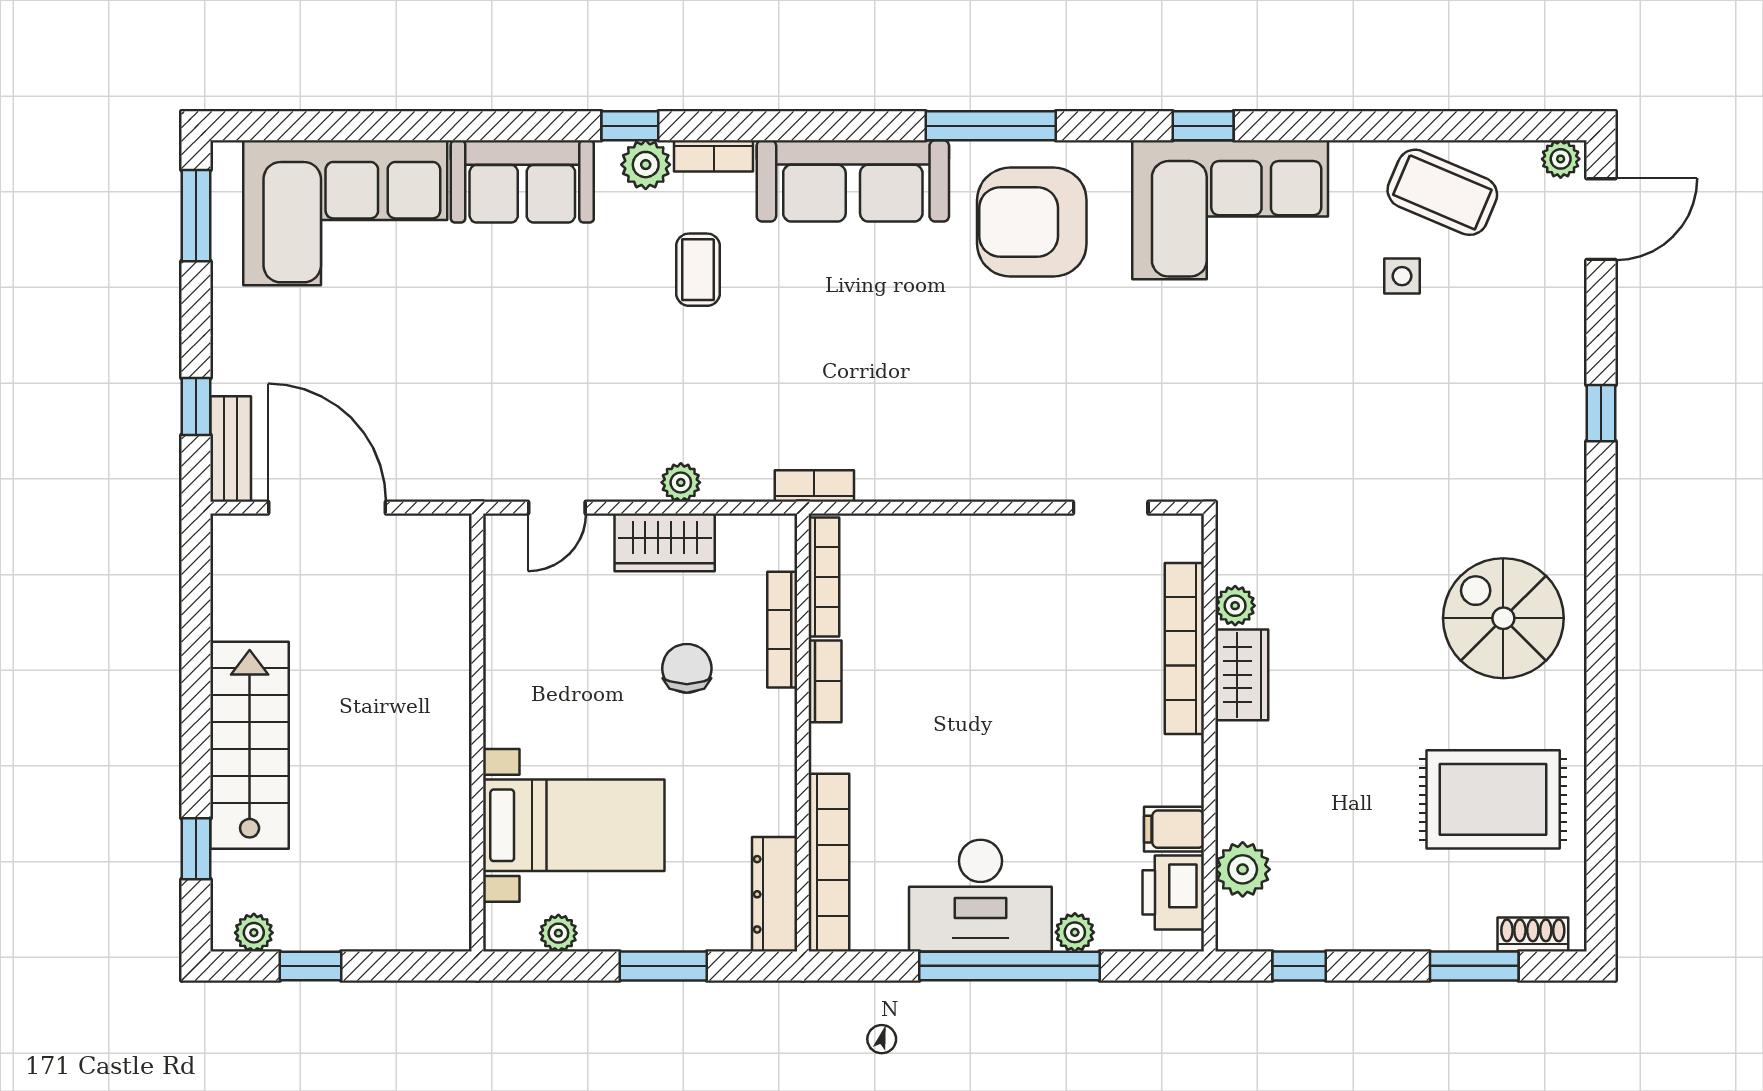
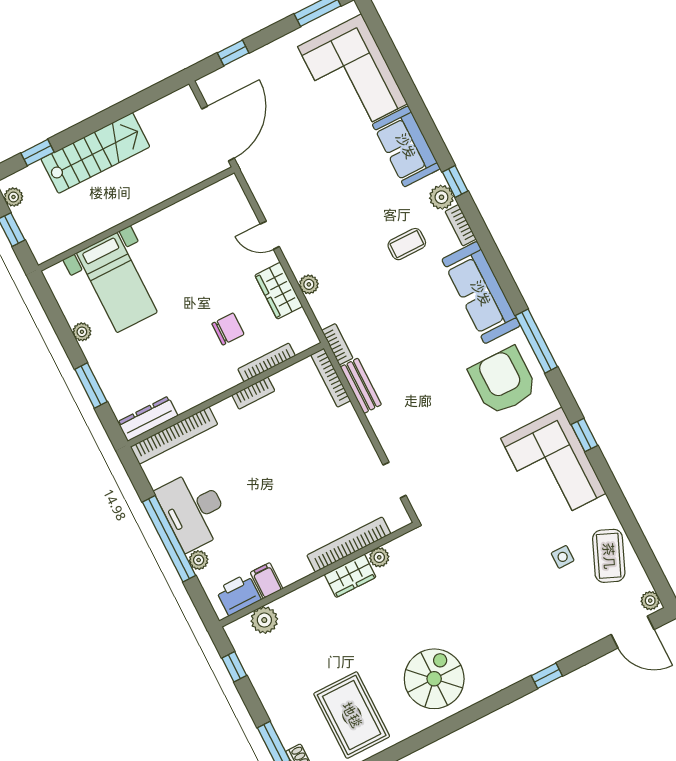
bench: (231, 449) -> (361, 386), moved, turned 90
bookcase: (824, 577) -> (331, 378), moved, turned 90
wall: (477, 732) -> (136, 219), moved
bed with nightstands: (574, 825) -> (117, 283), moved

